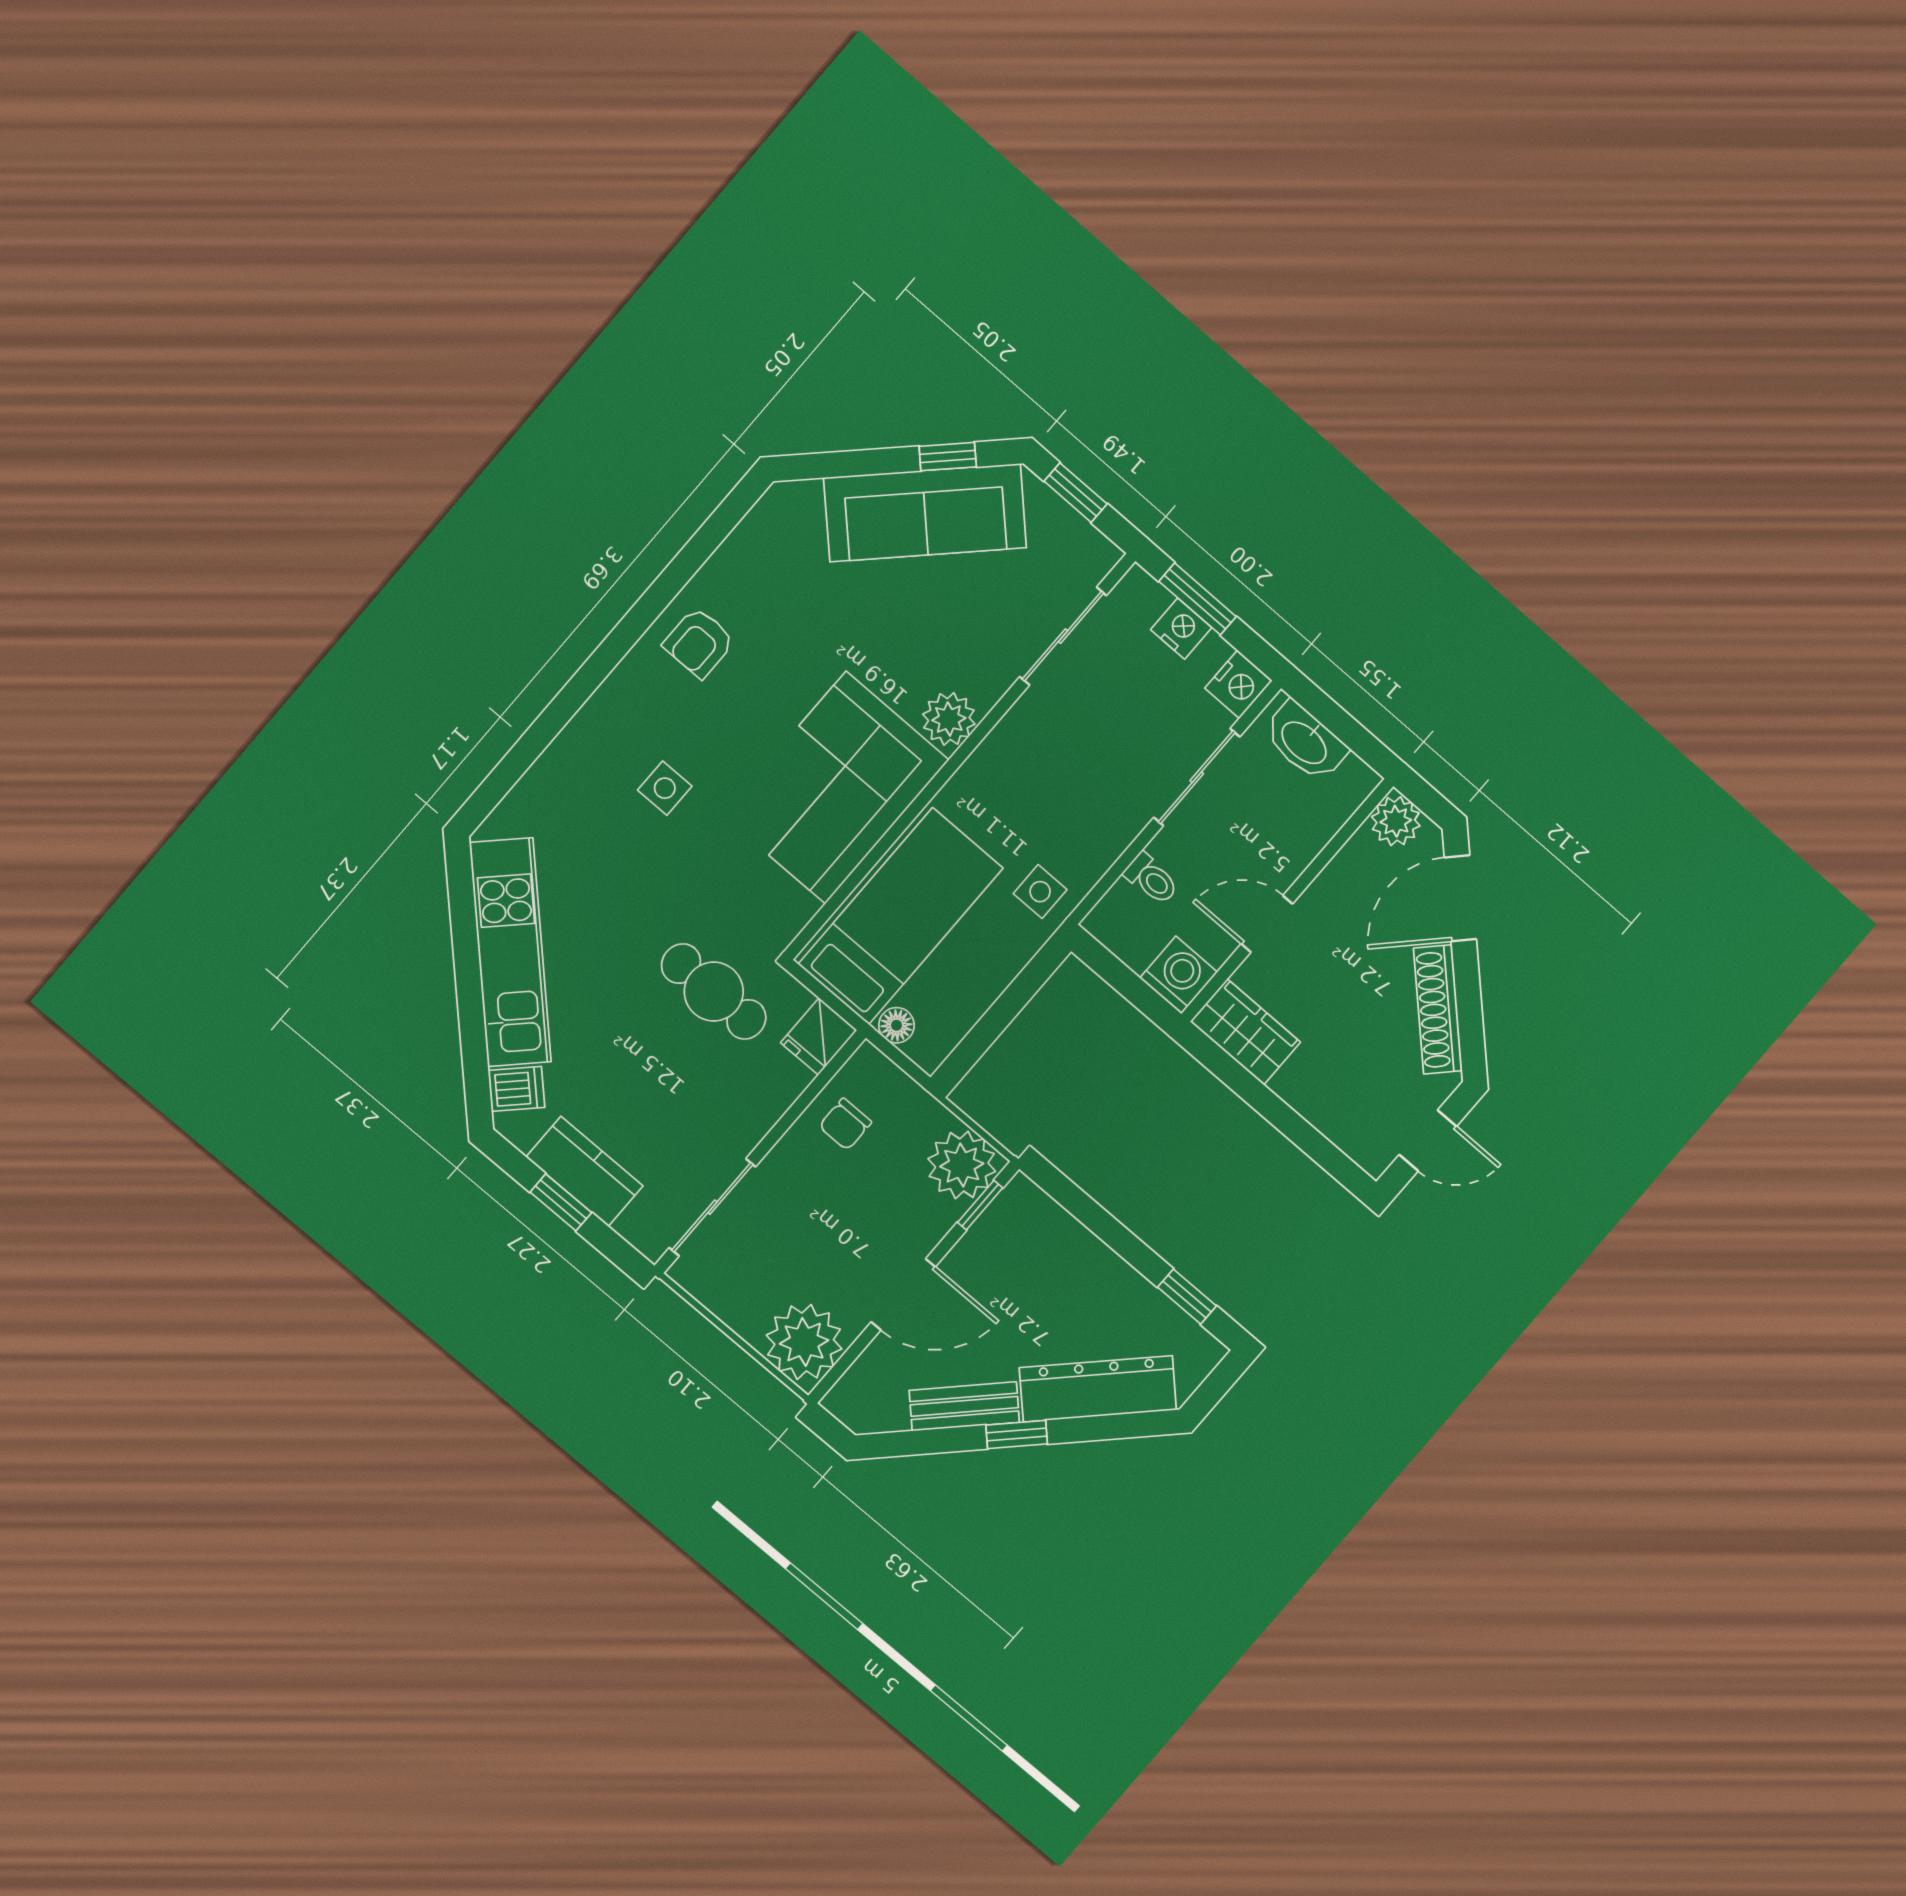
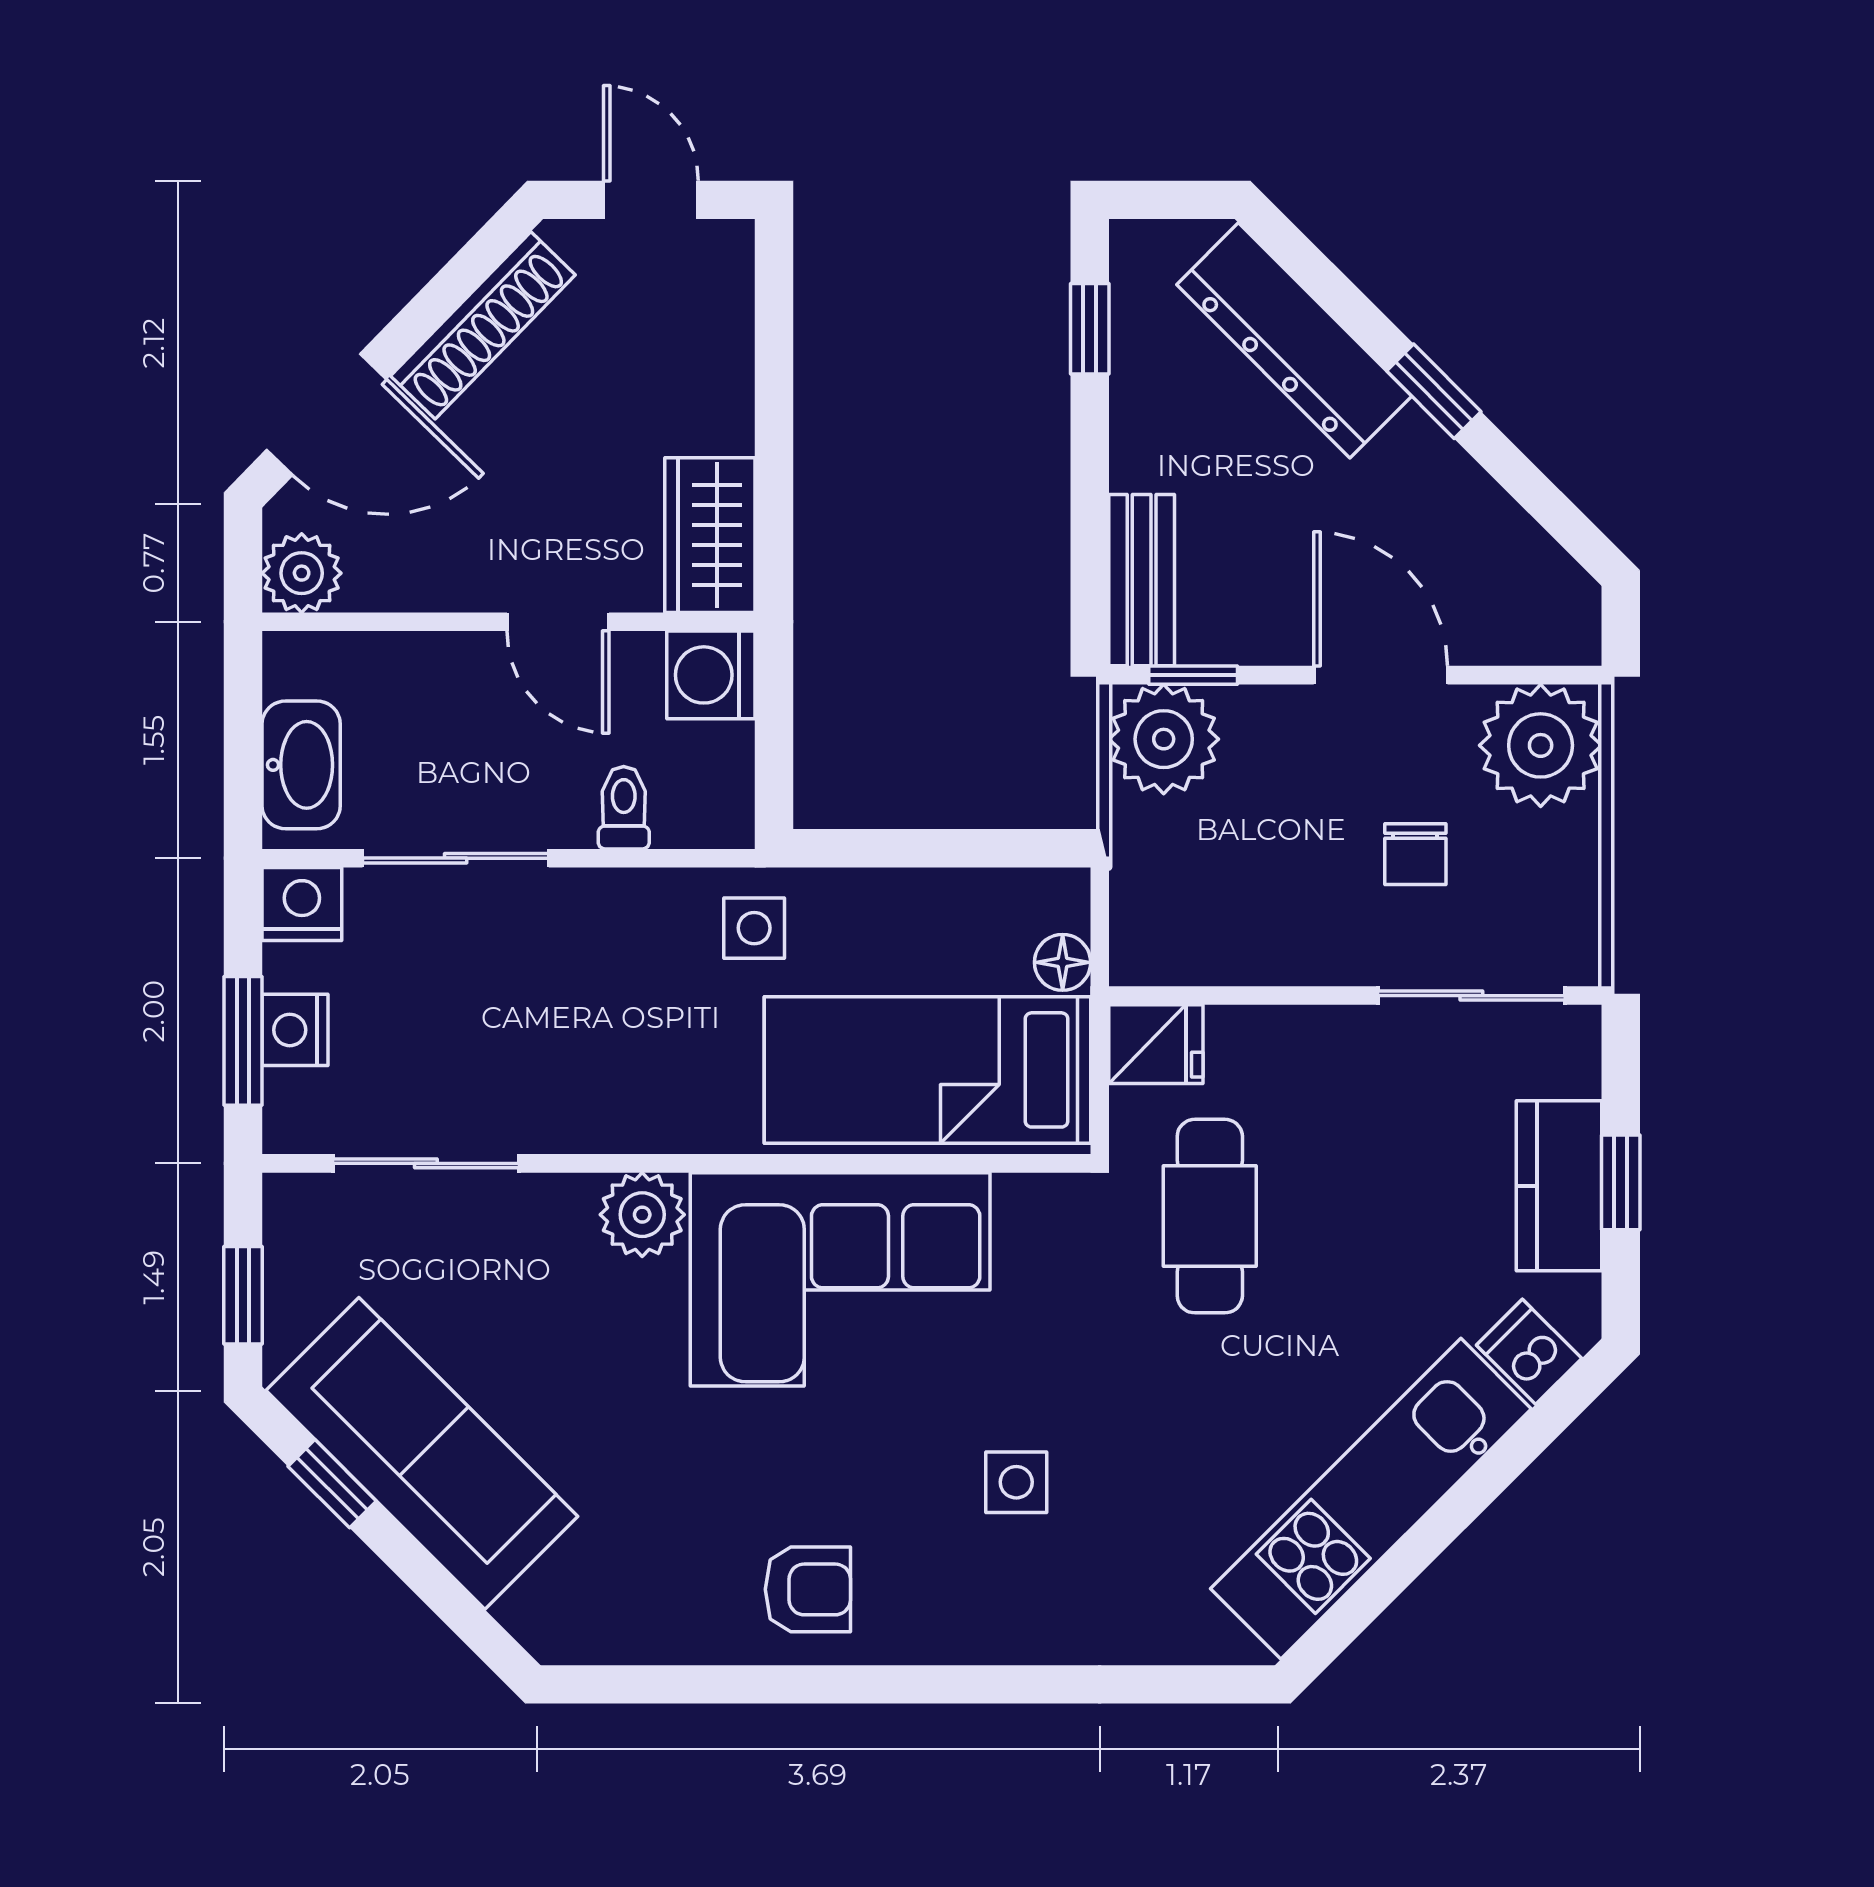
chair: (845, 1124) -> (1415, 854), moved, turned 90
bench: (964, 1406) -> (1142, 580), moved, turned 45

